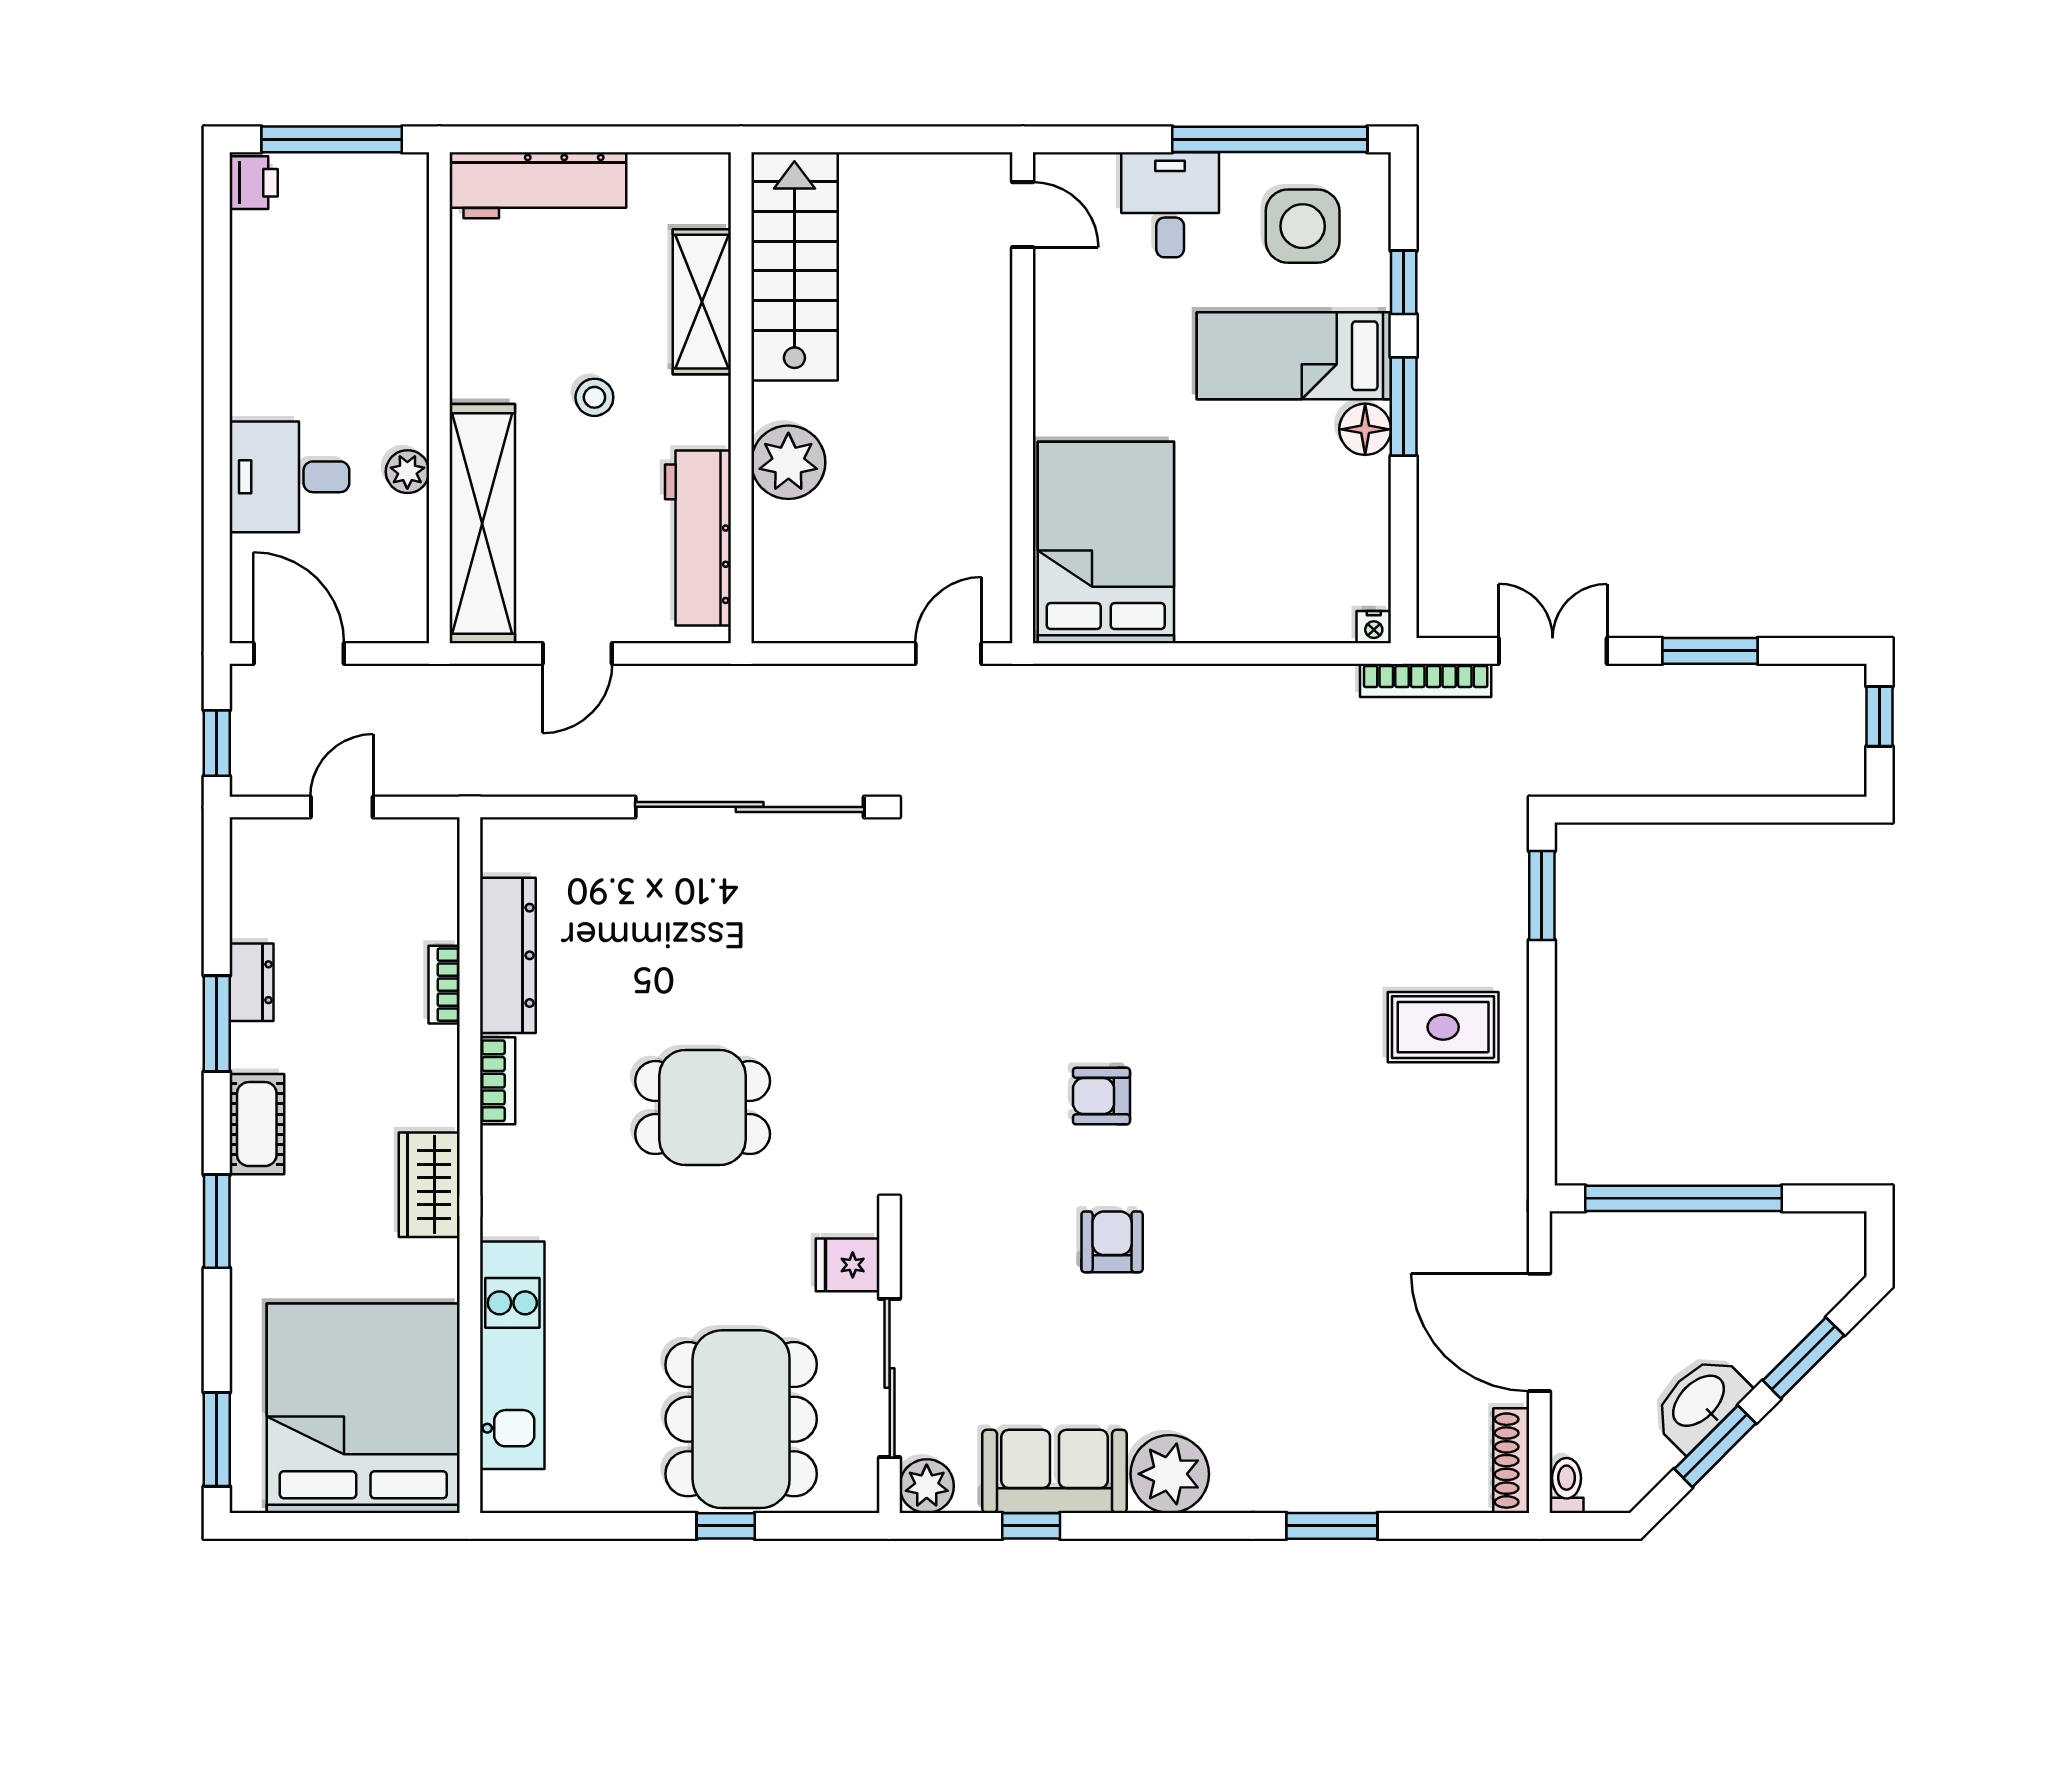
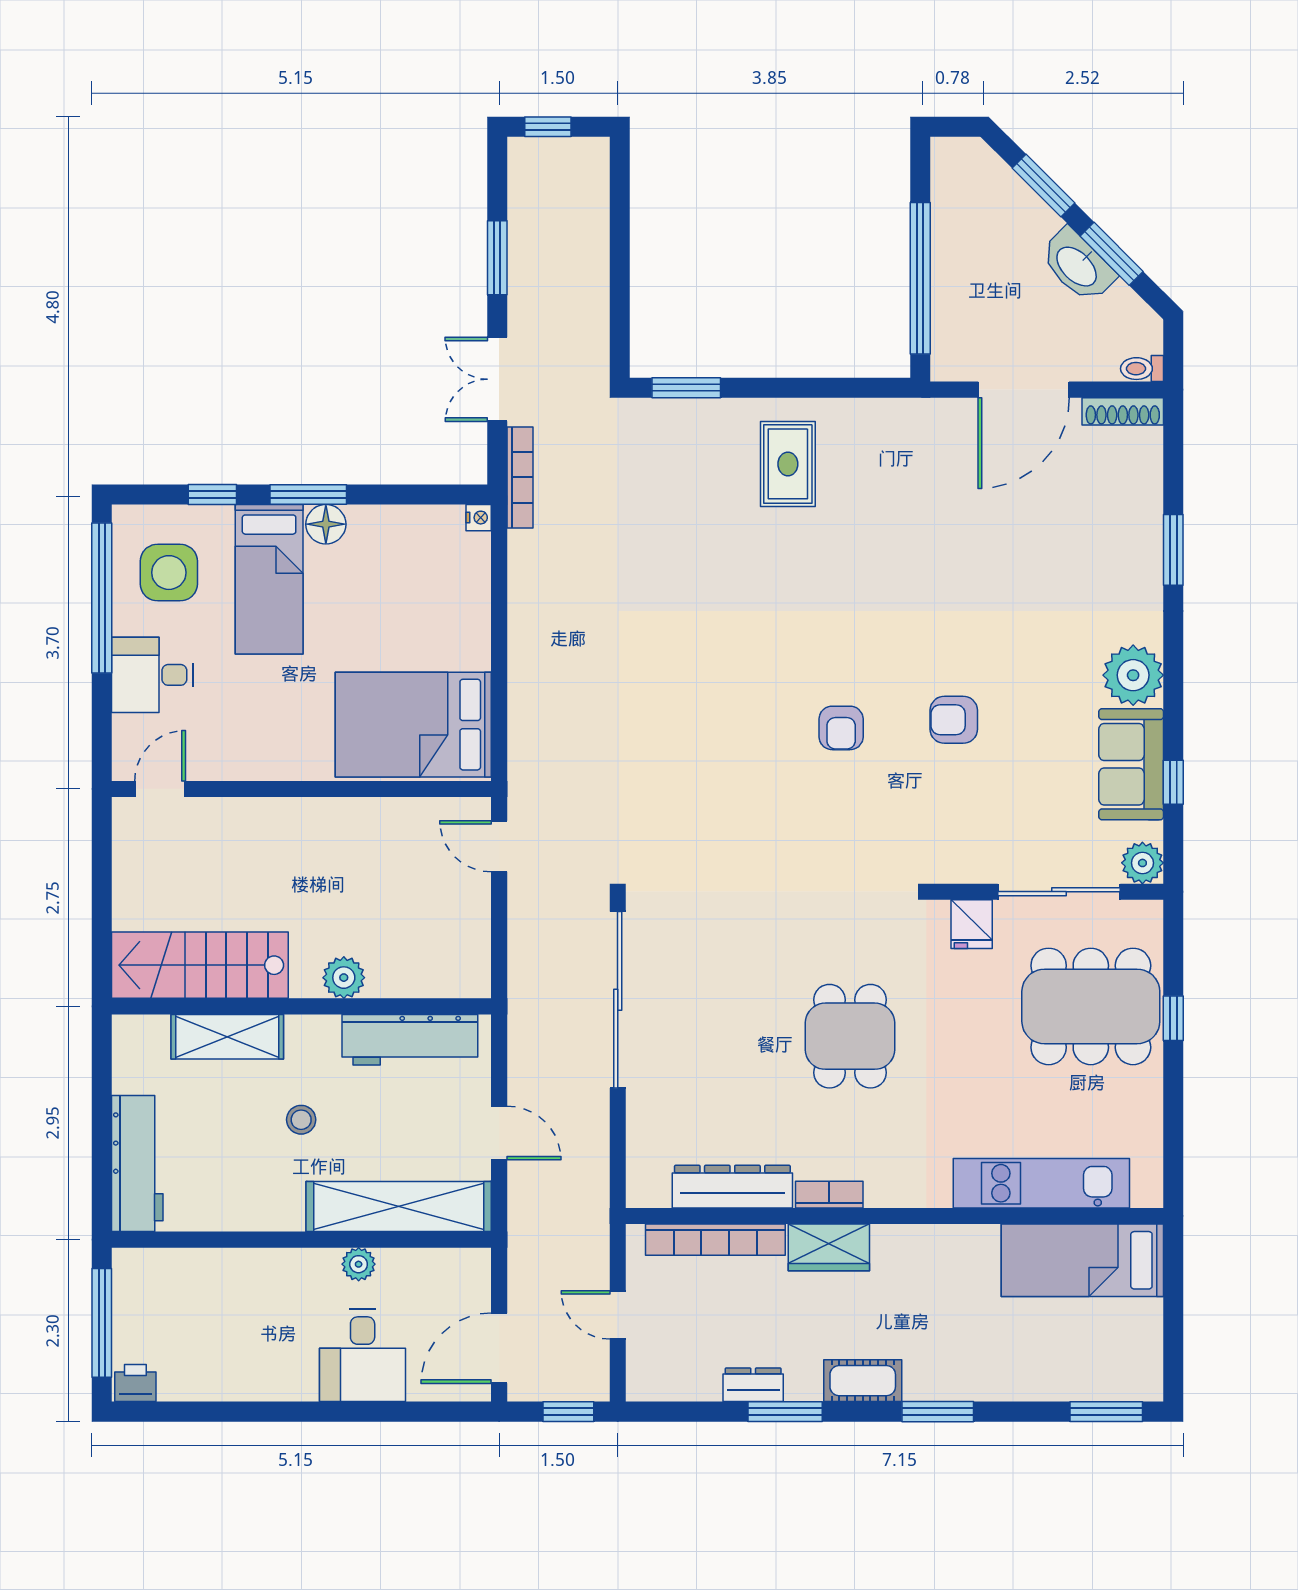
plant: (788, 462) -> (344, 978), width x0.73, depth x0.73
bookcase: (444, 985) -> (715, 1240), width x2.31, depth x1.31
wardrobe: (429, 1185) -> (829, 1247), moved
bed: (363, 1408) -> (1082, 1260), width x0.49

